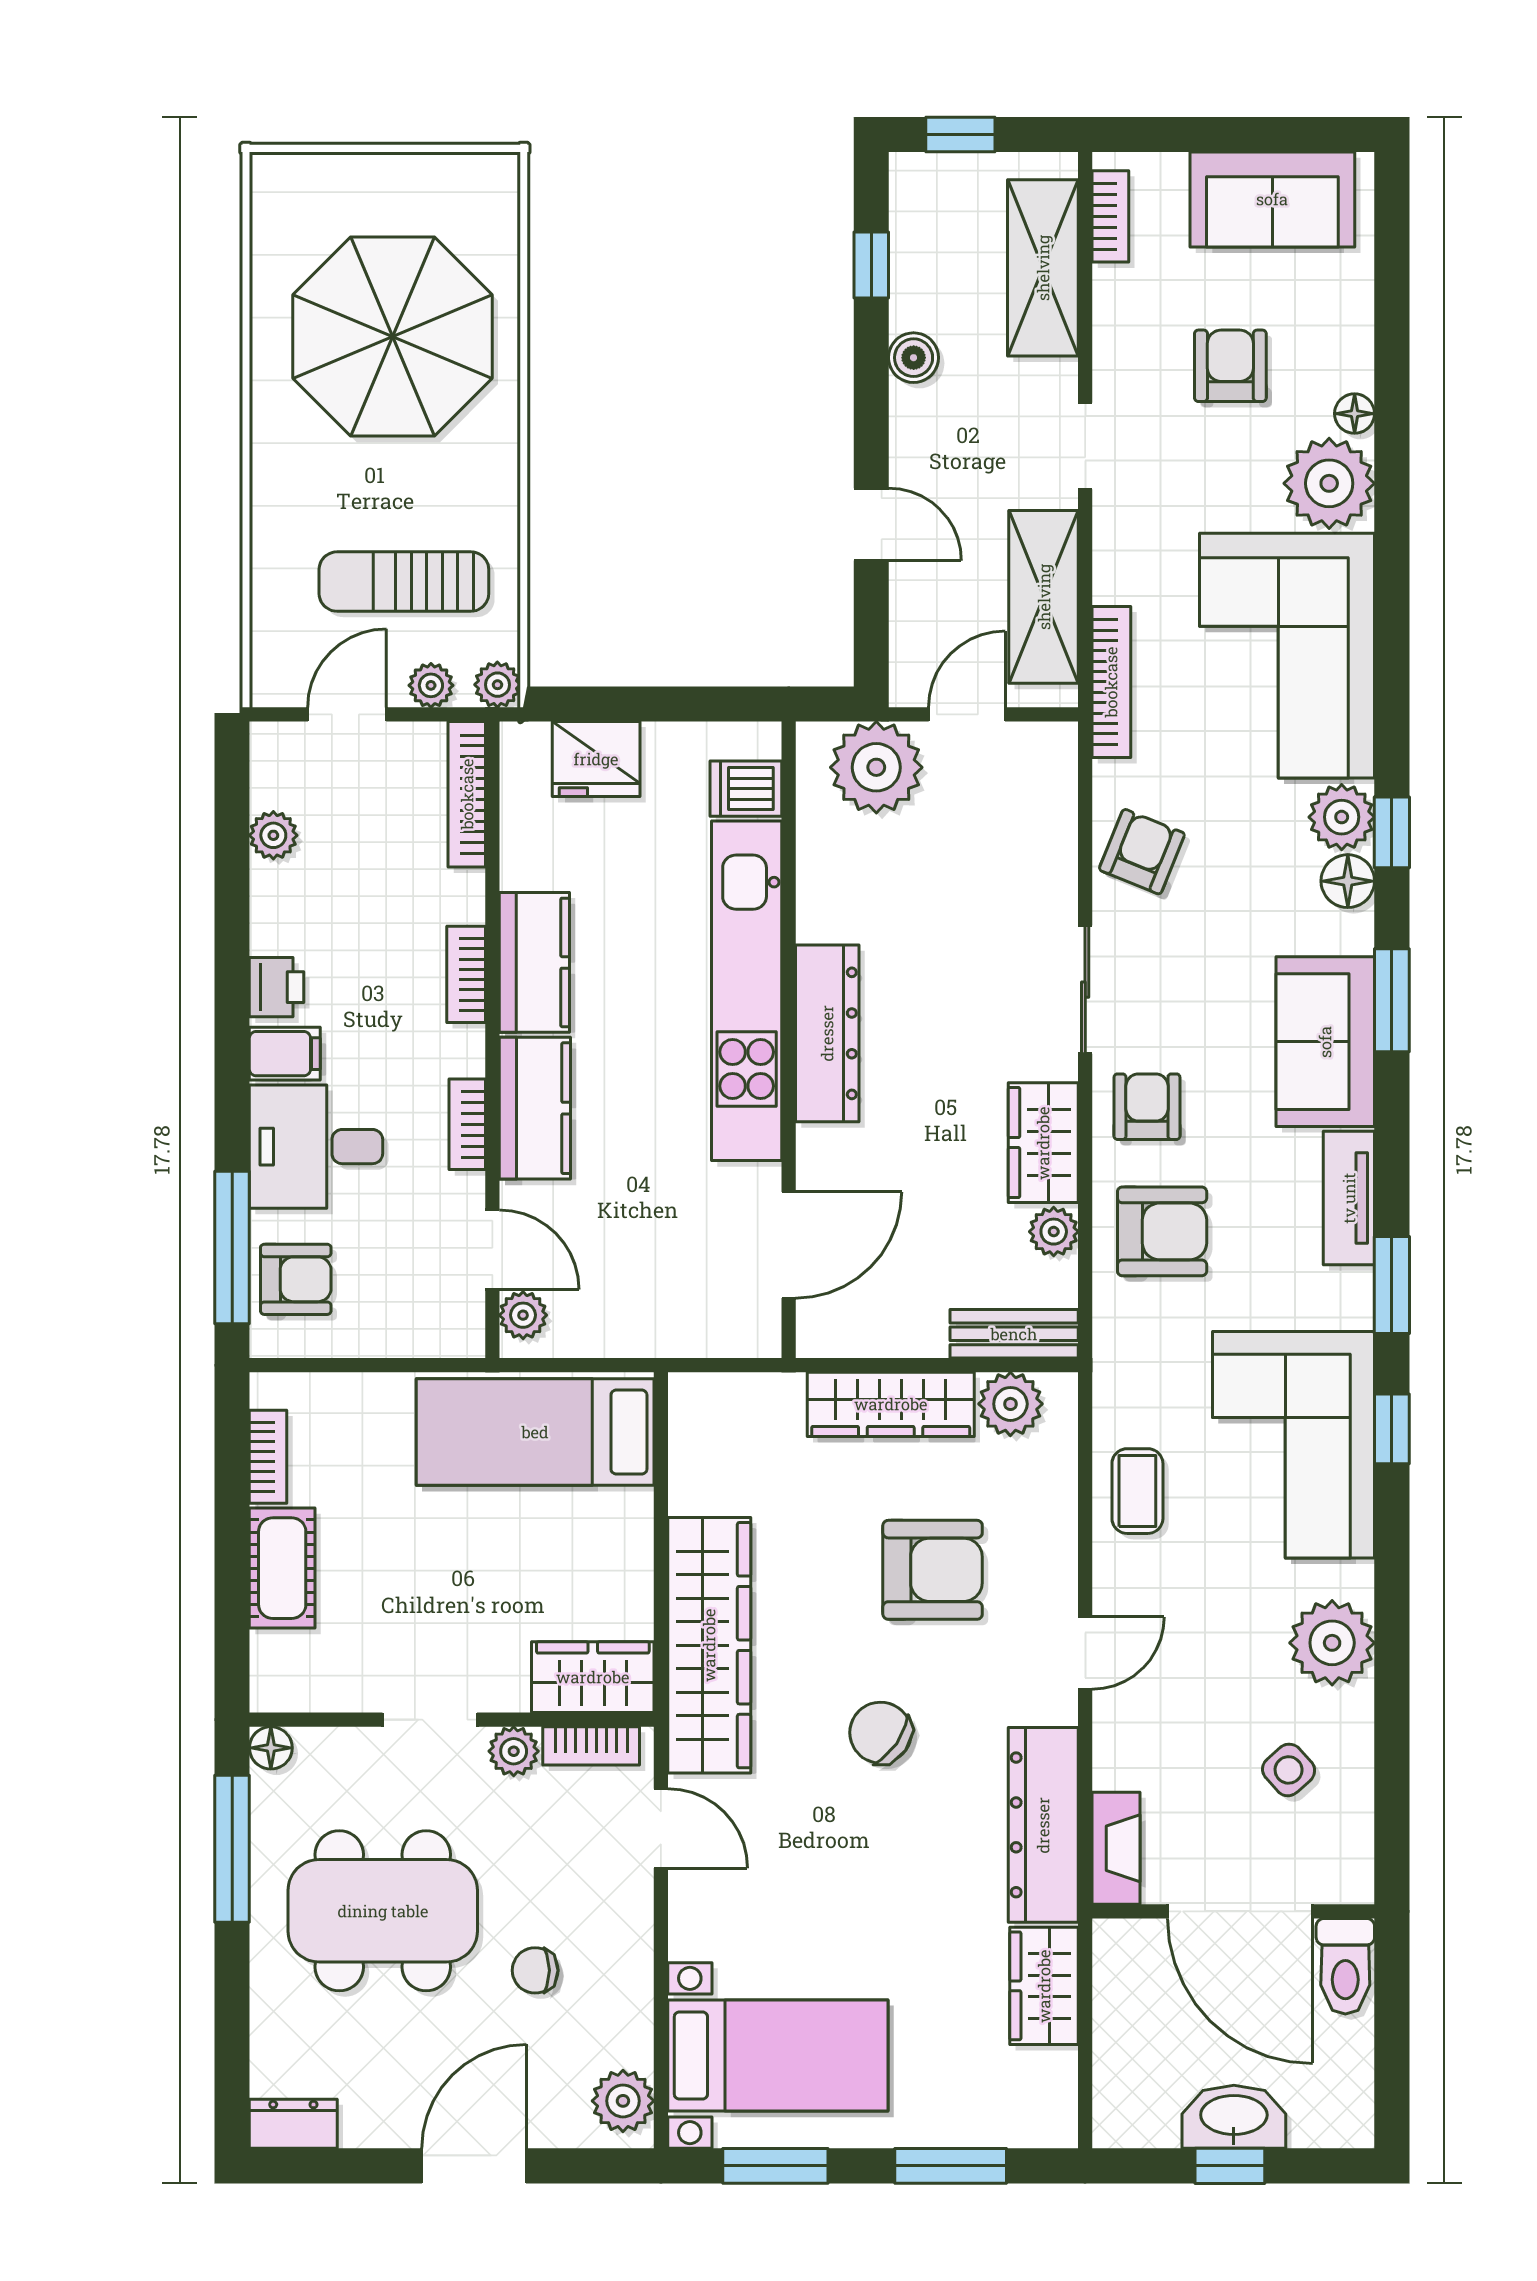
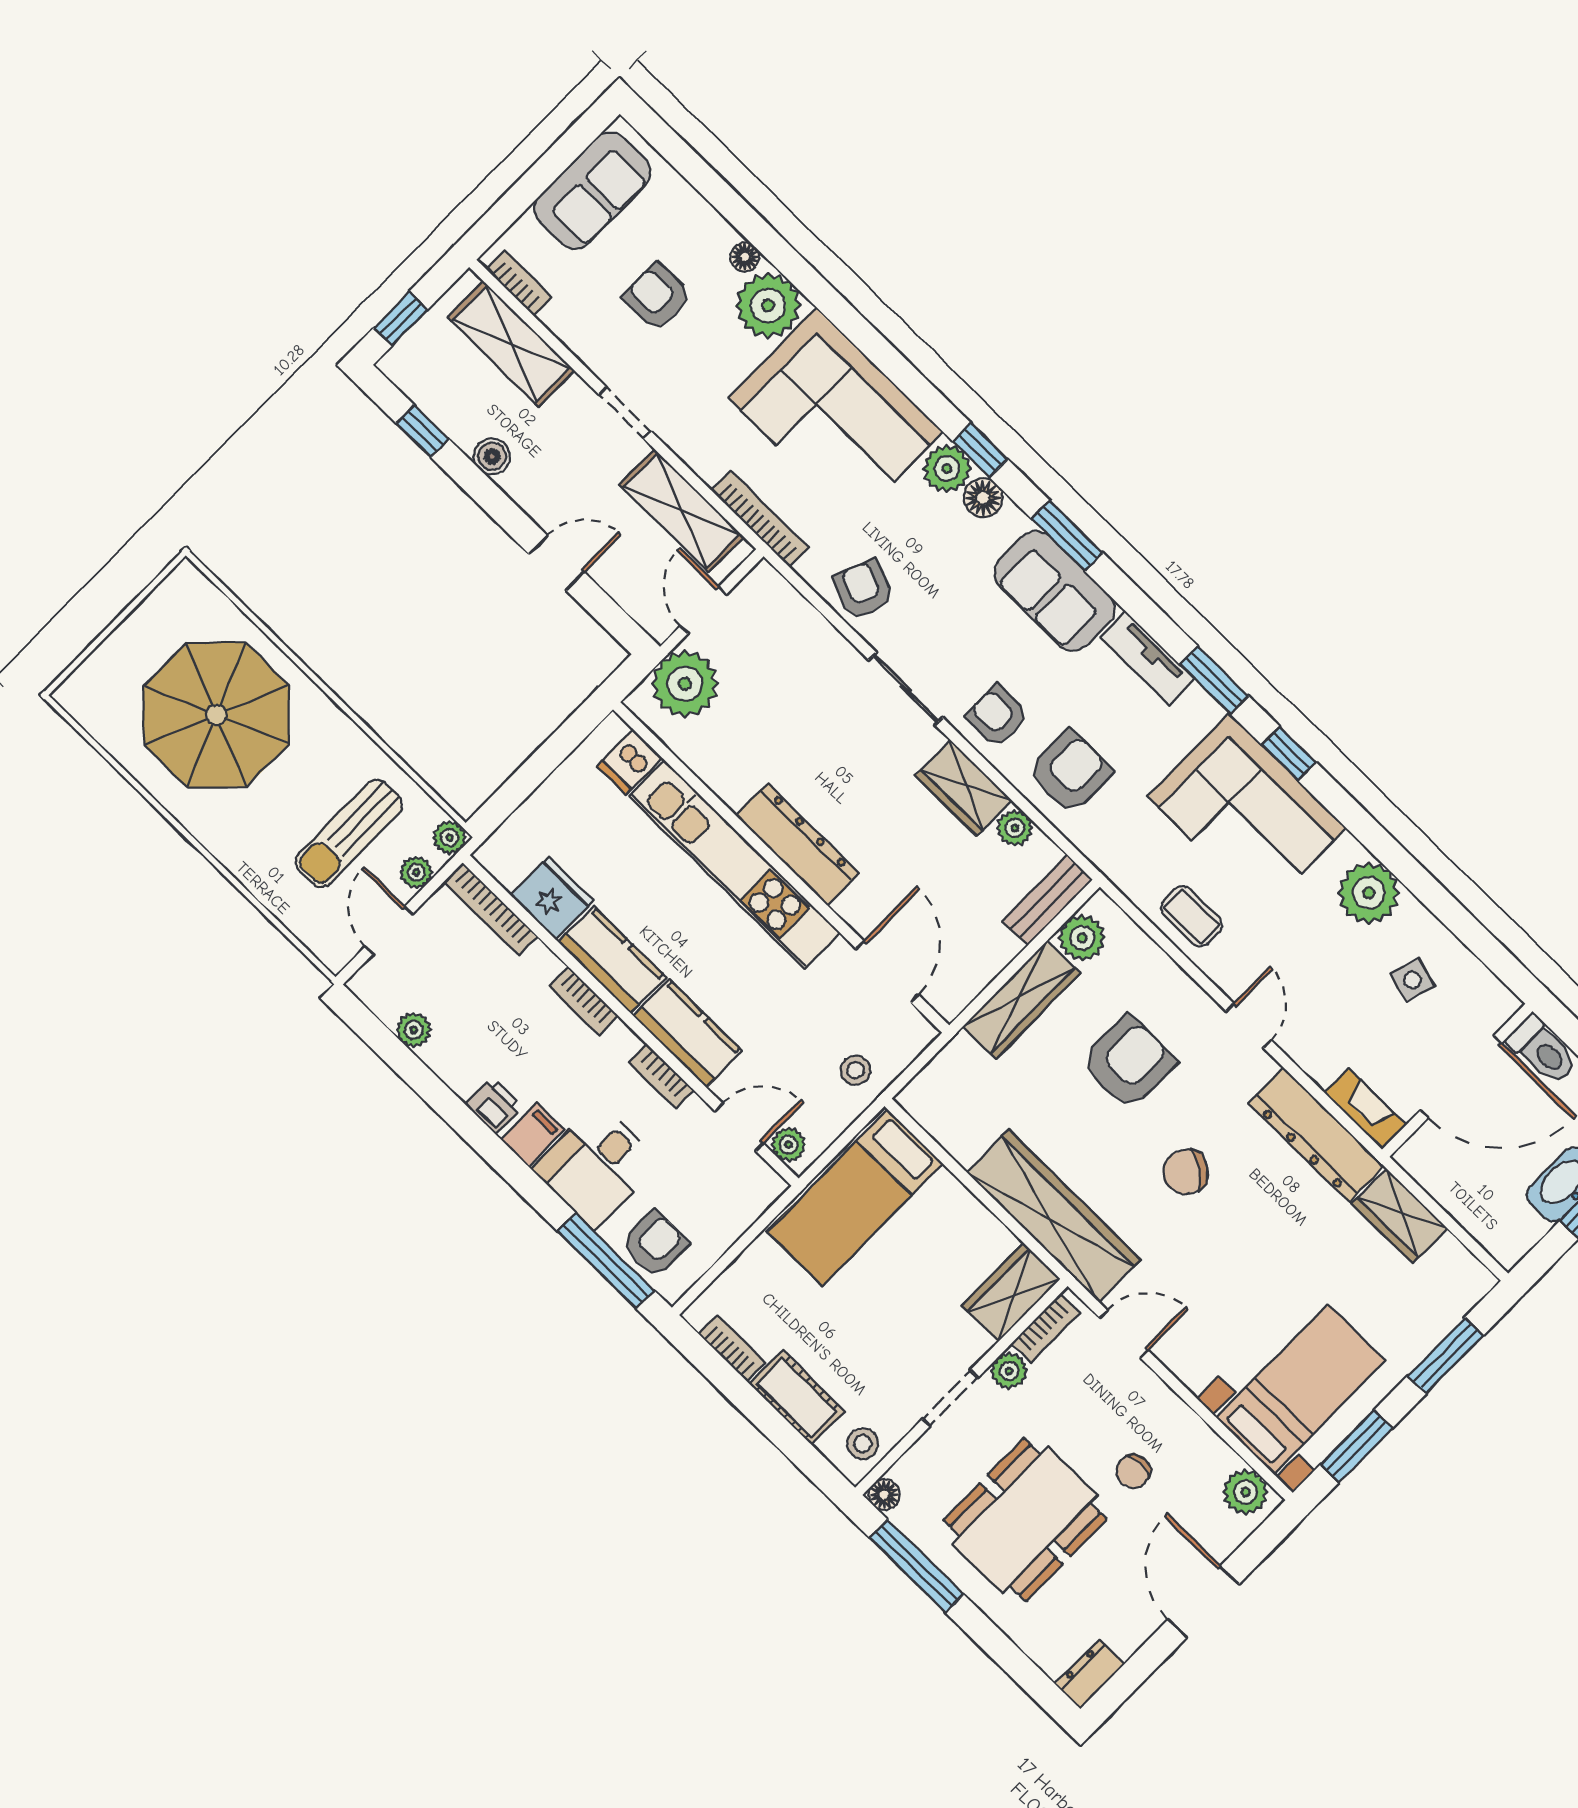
fridge: (596, 759) -> (552, 898), moved, turned -90
stool: (661, 1309) -> (856, 1070), added
stool: (300, 1678) -> (863, 1444), added
side table: (1289, 1770) -> (1412, 980), turned -32

